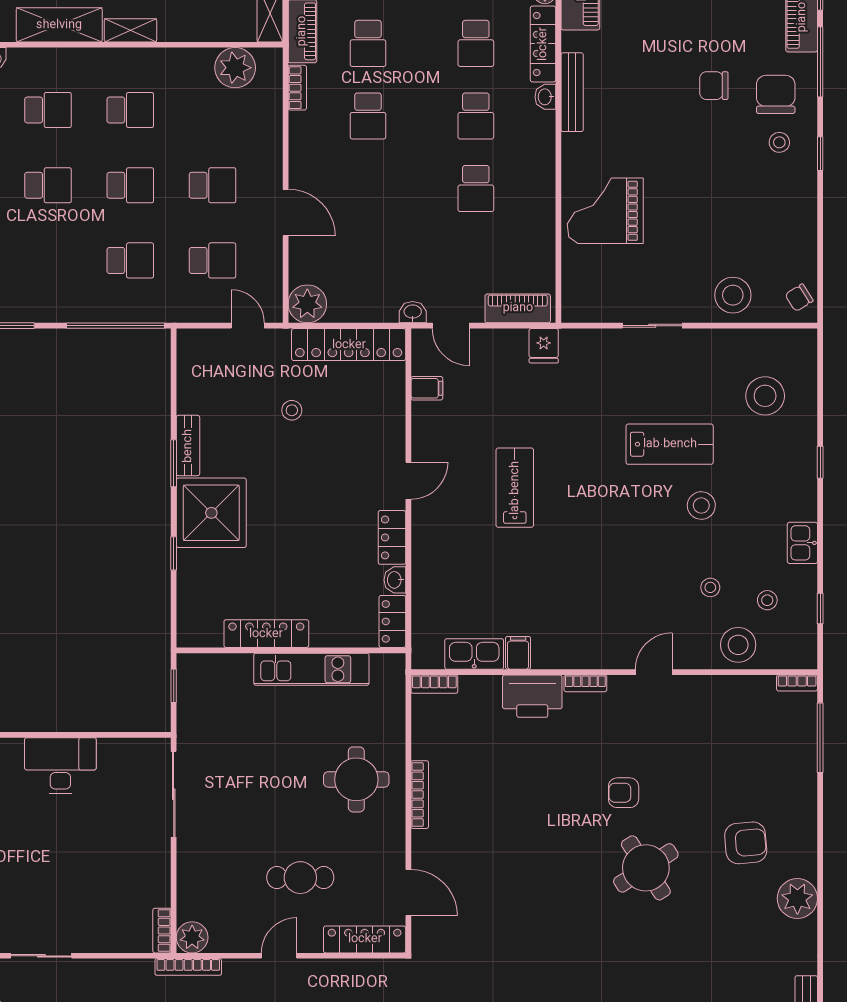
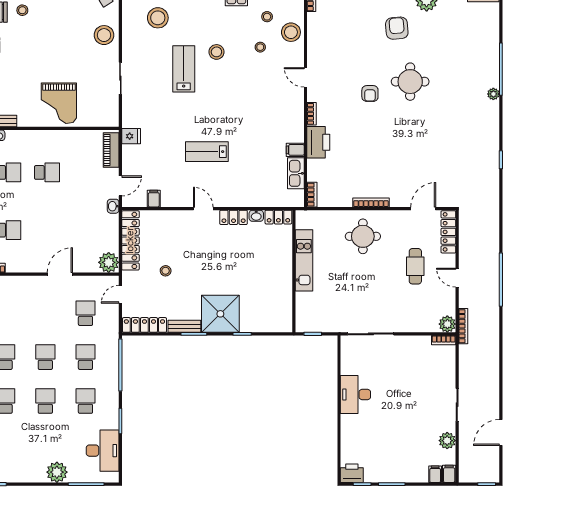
school desk: (213, 185) -> (85, 401), moved
locker: (266, 634) -> (144, 325), moved, turned 90
round table: (646, 868) -> (410, 82), turned 33

